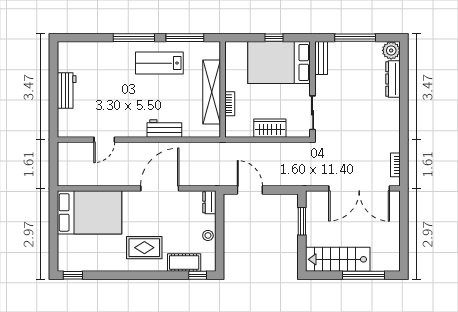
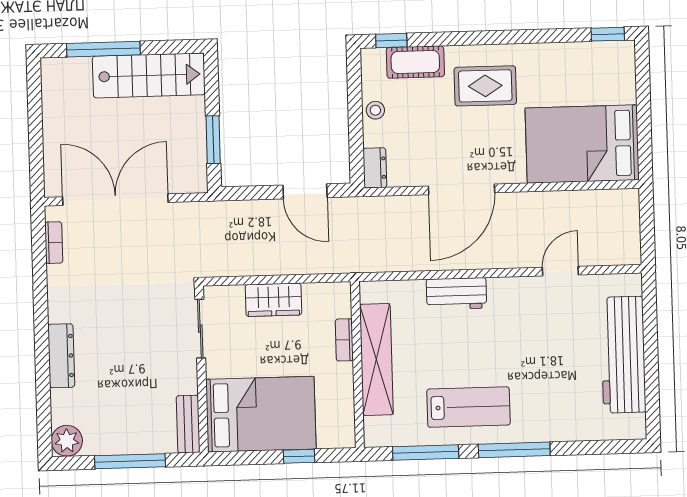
window: (274, 38) -> (299, 456), moved
dresser: (393, 79) -> (61, 356), moved
workbench: (67, 91) -> (623, 355), width x1.88, depth x1.32

